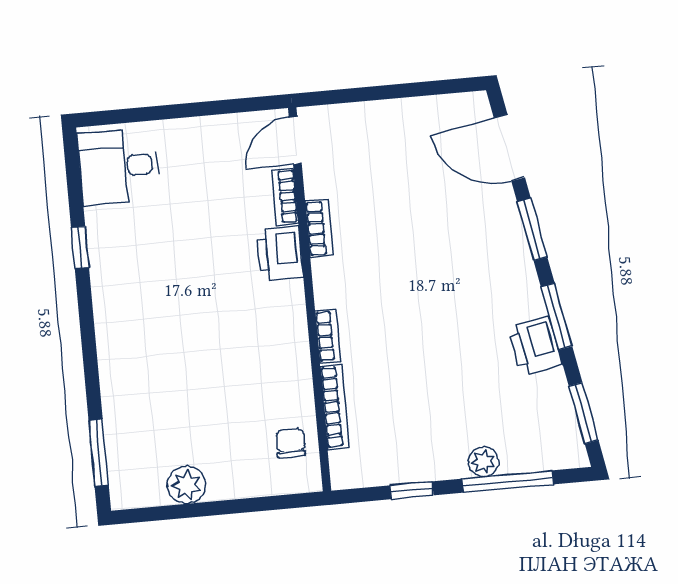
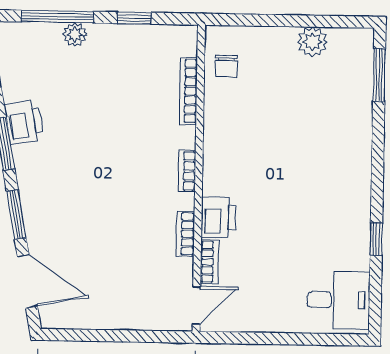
bookcase: (328, 336) -> (187, 171), moved

